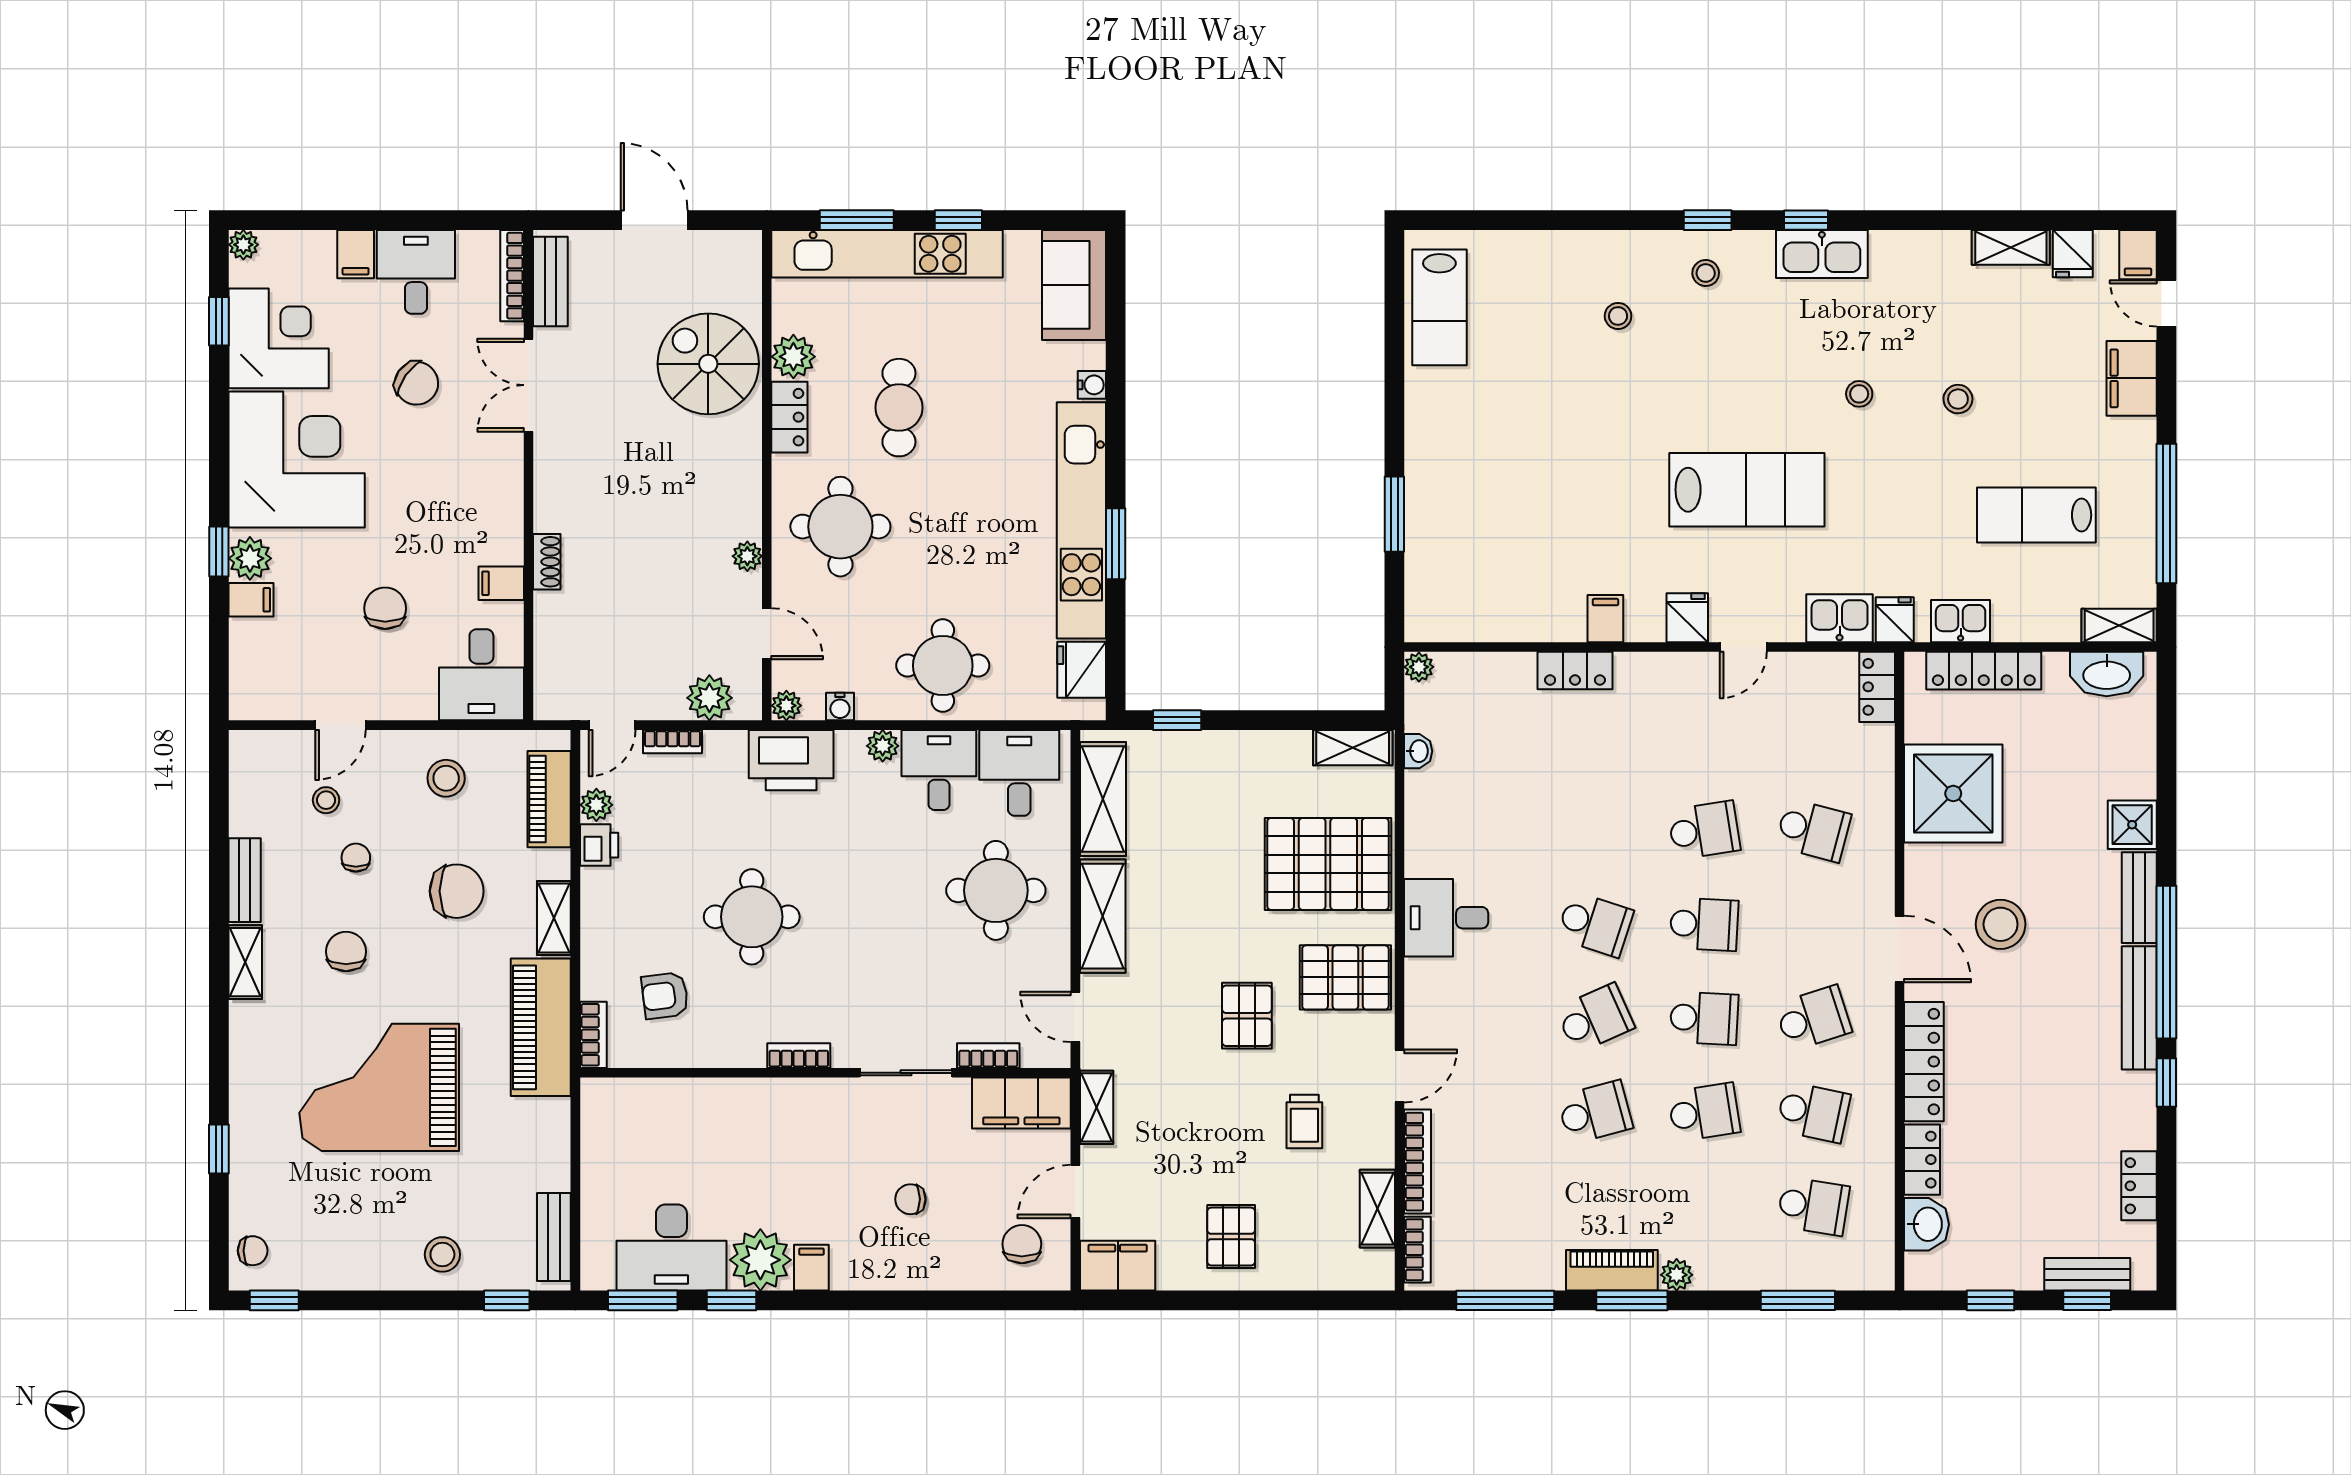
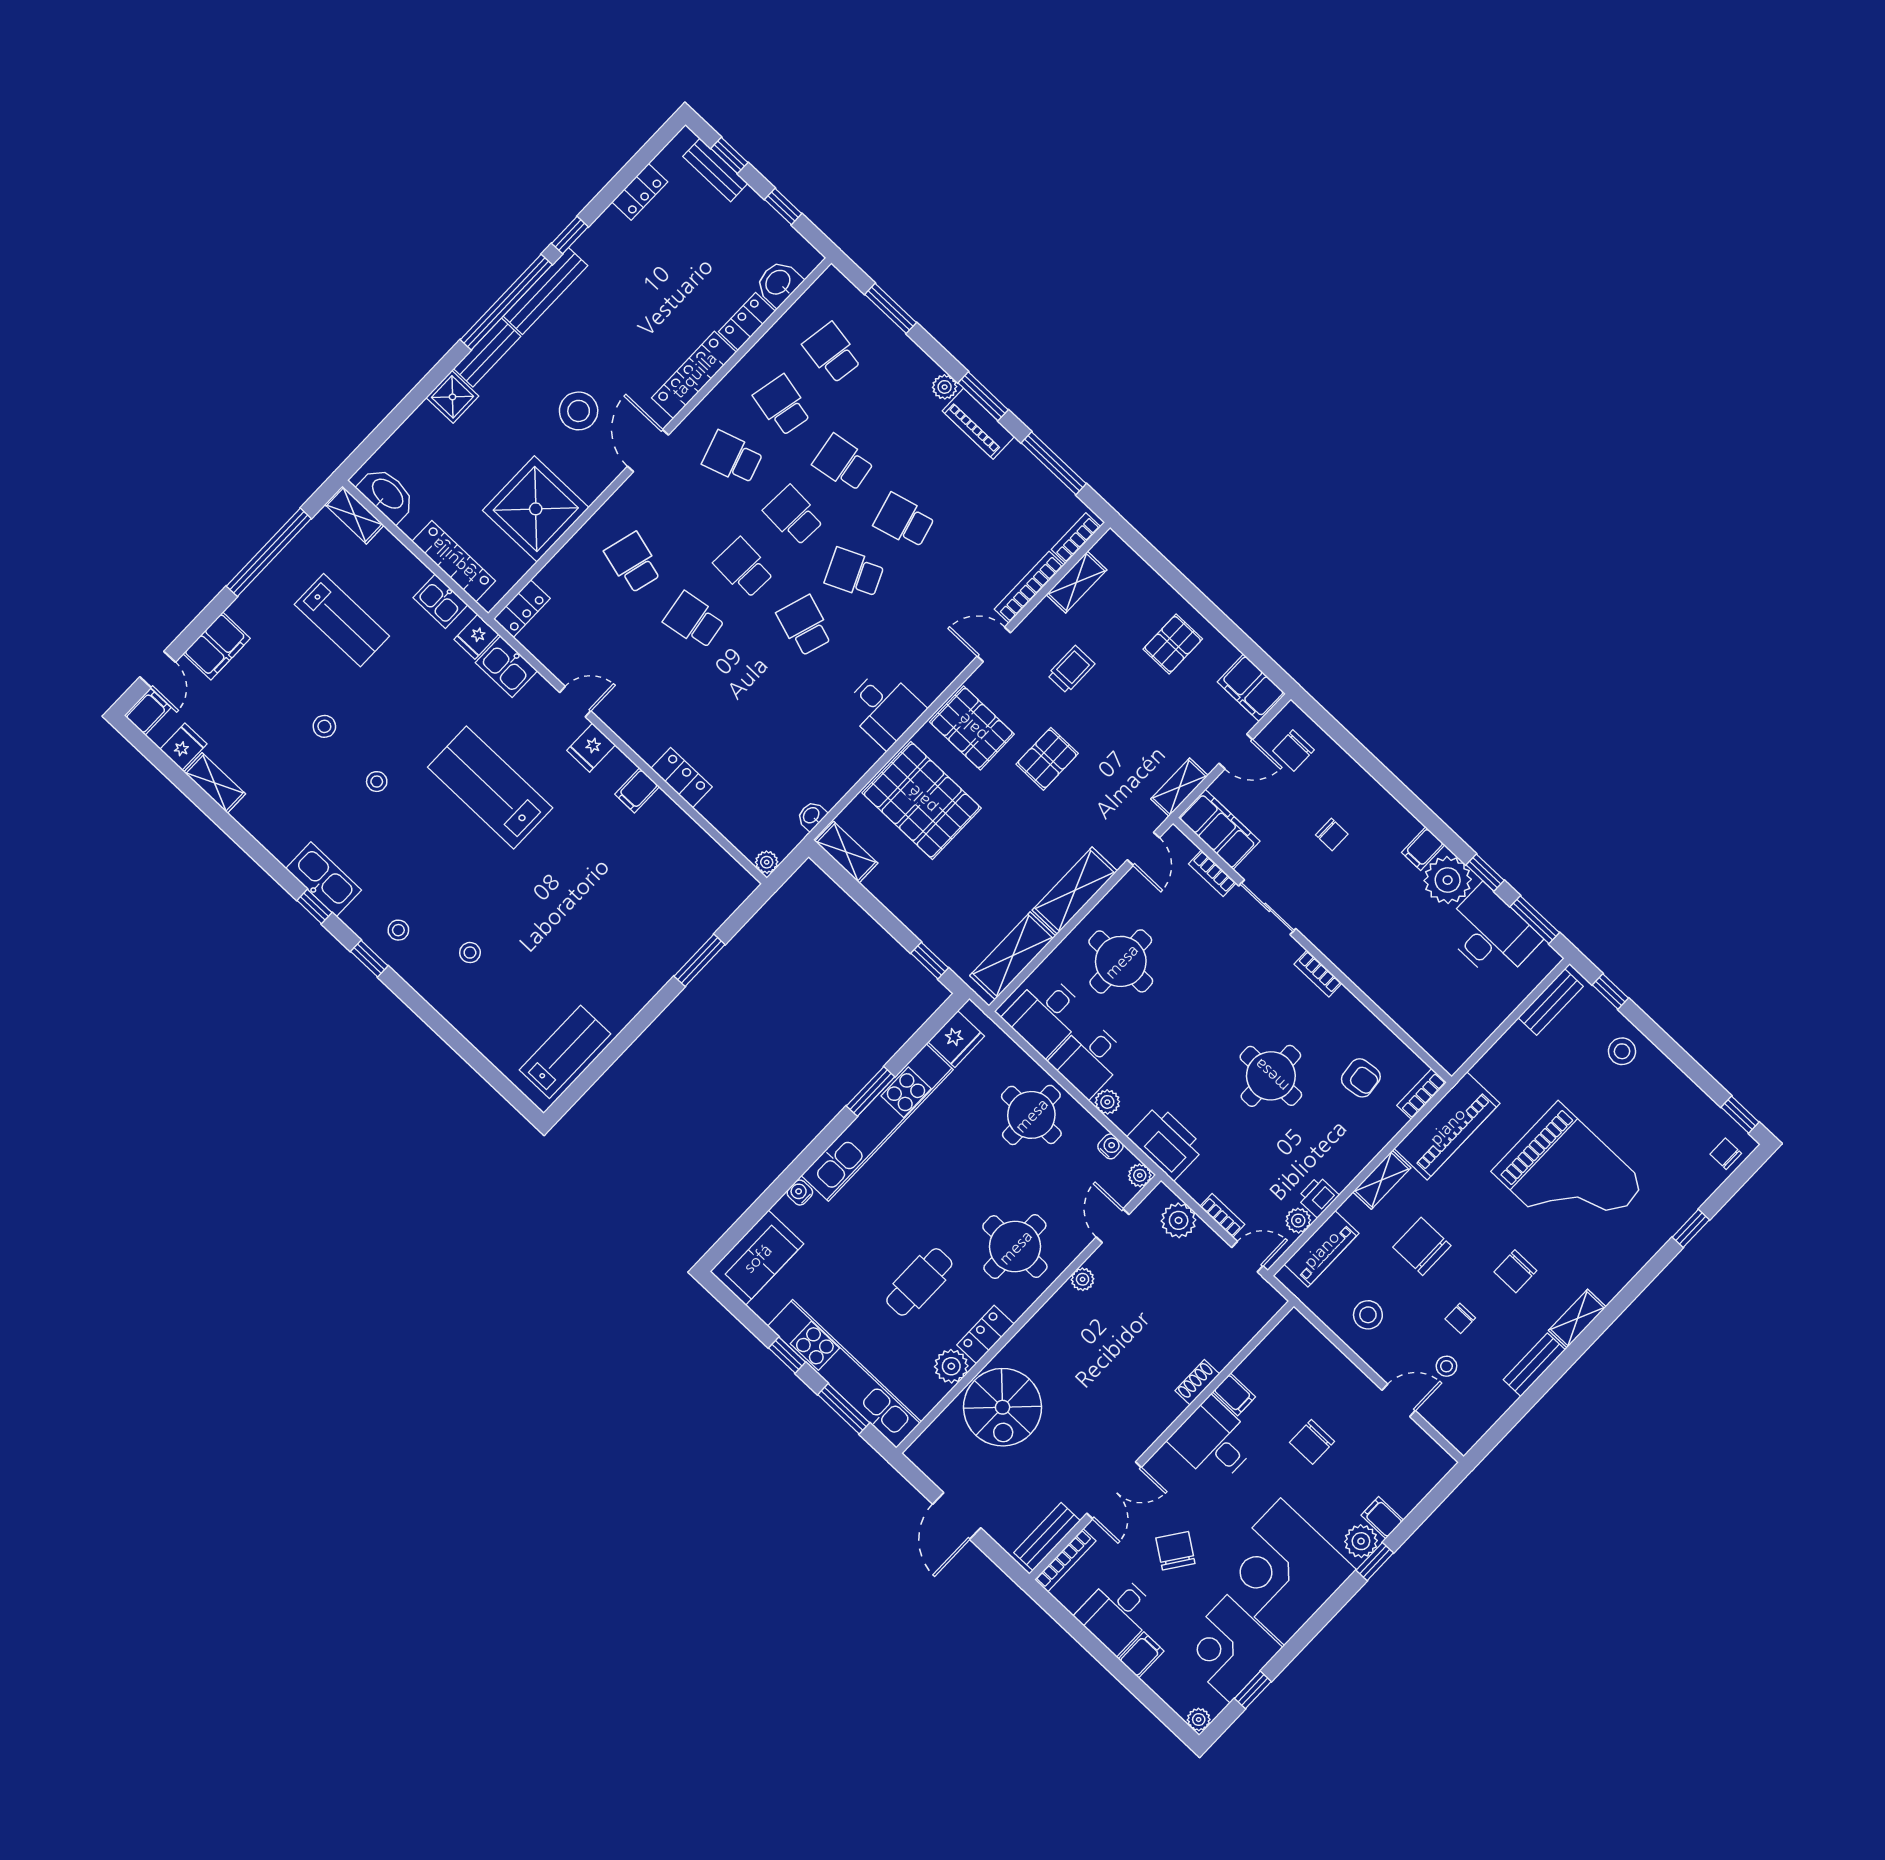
desk: (481, 675) -> (1214, 1441), moved, turned -90

